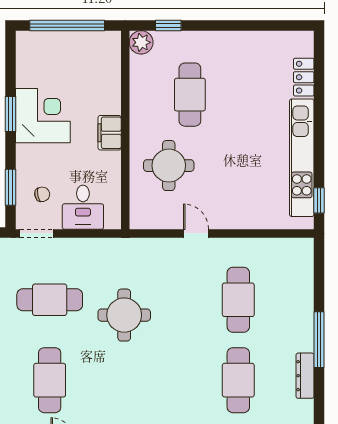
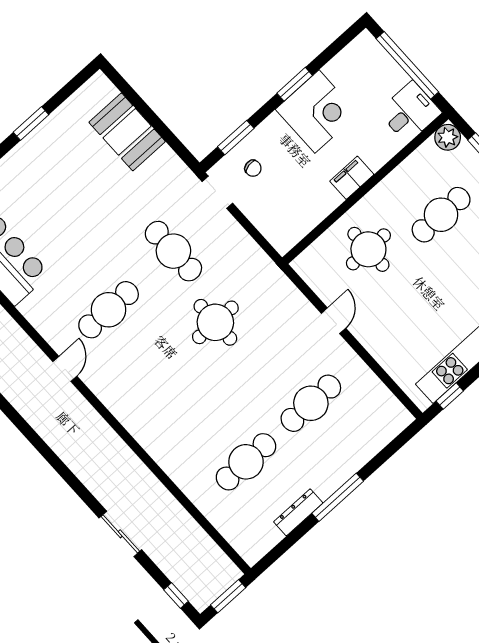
desk: (83, 207) -> (410, 112), moved, turned 180

